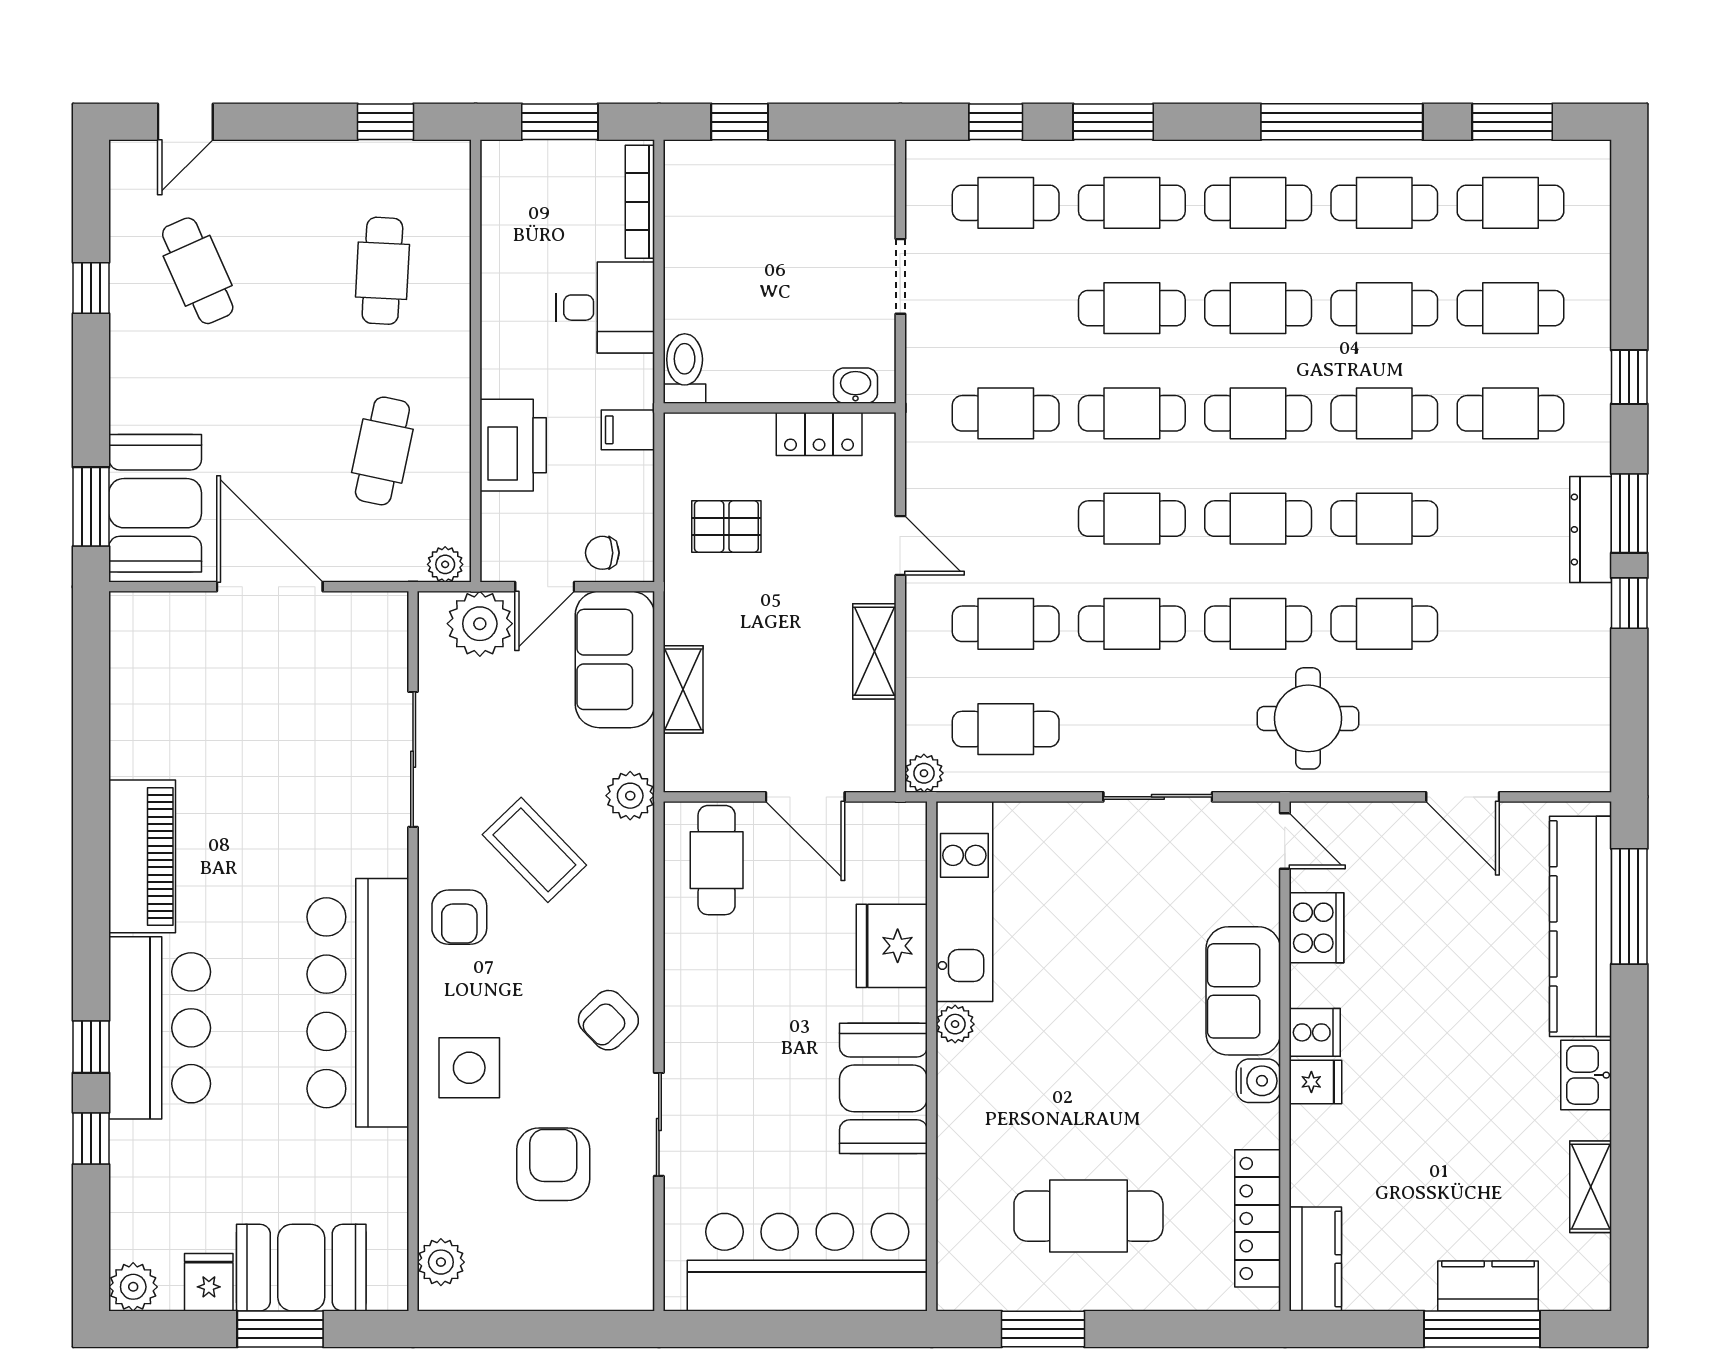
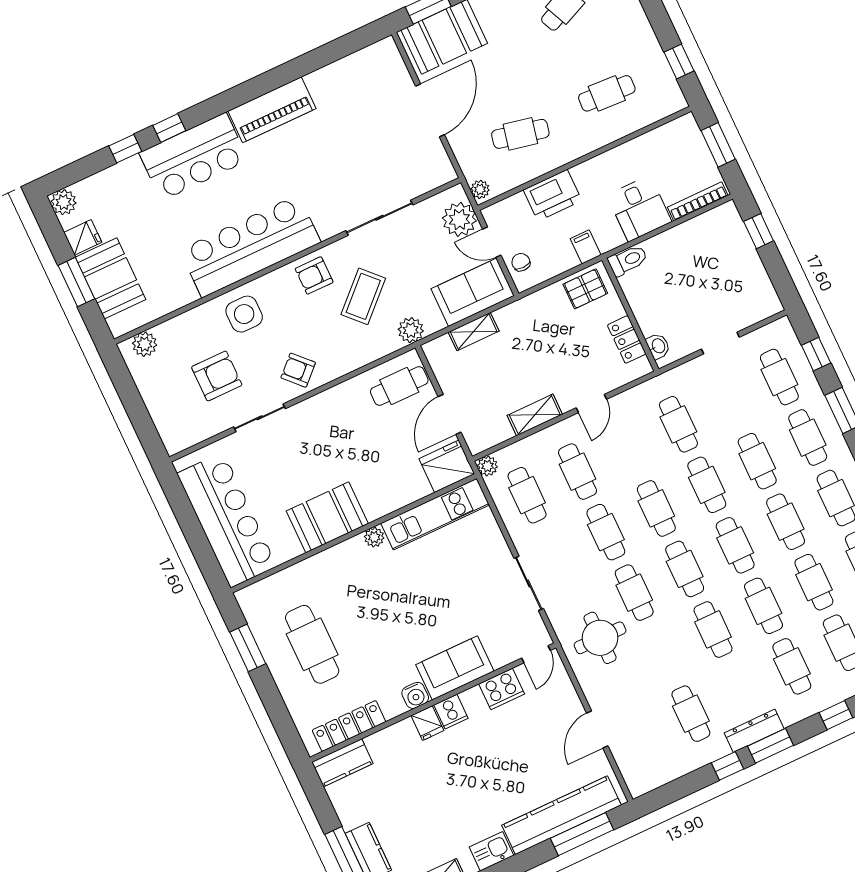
pallet: (726, 526) -> (585, 289), moved, turned 90
cafe table: (1384, 624) -> (691, 714), moved
fridge: (892, 946) -> (447, 466), moved

